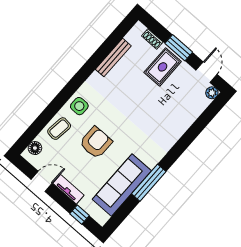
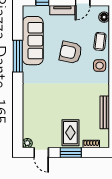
armchair: (96, 142) -> (71, 52), turned 102

